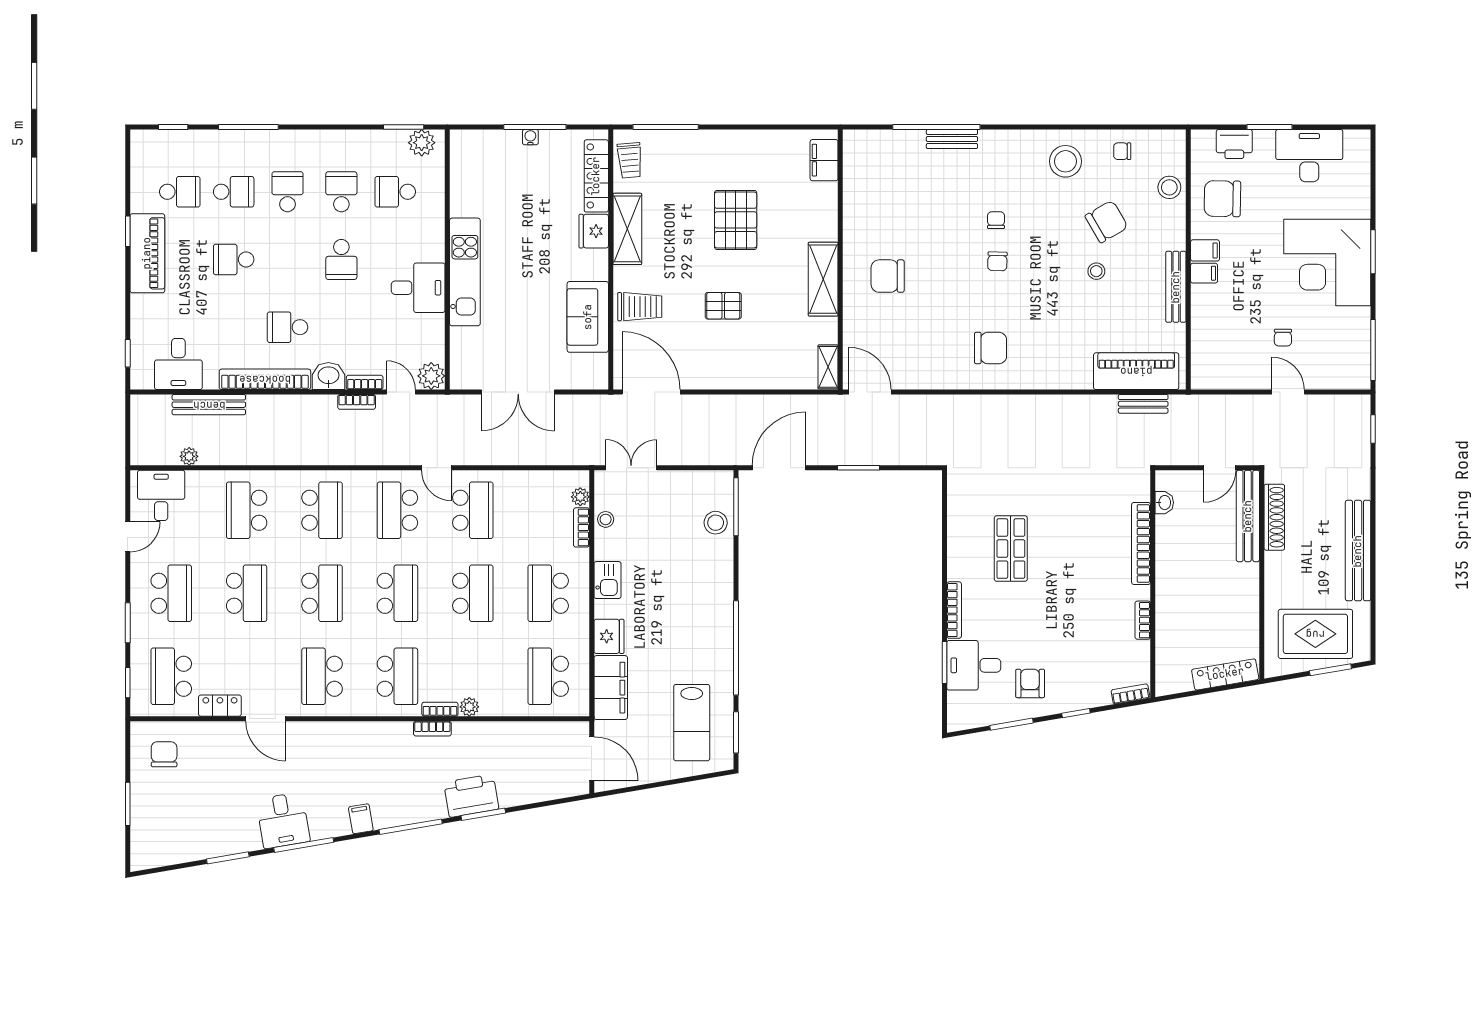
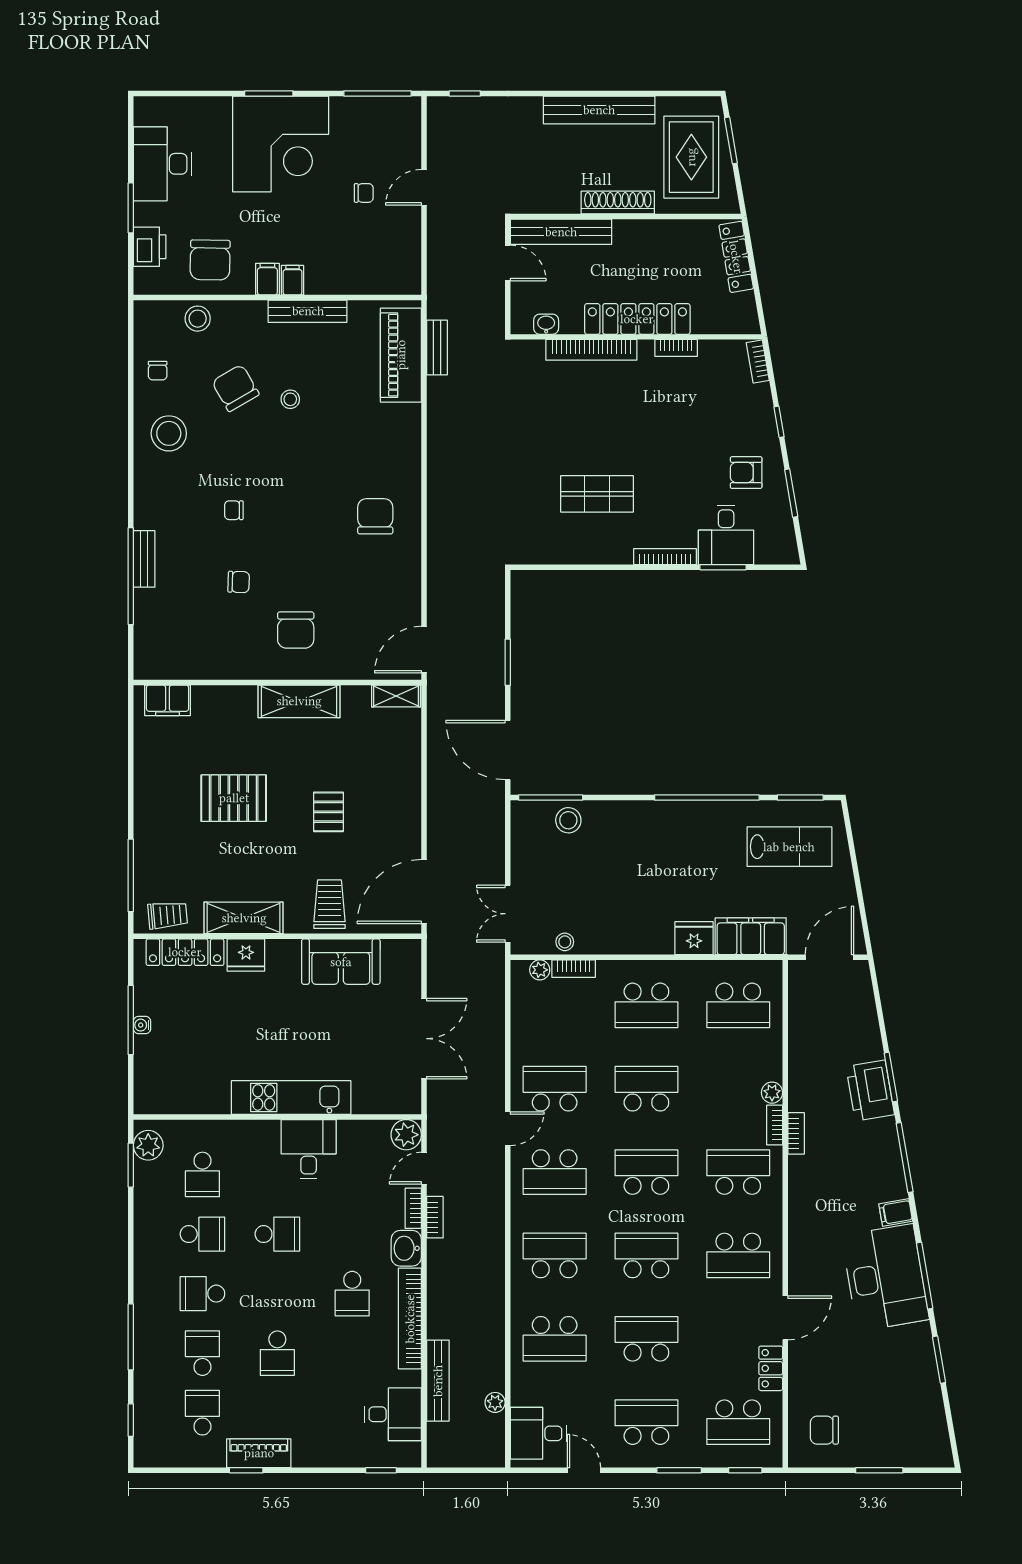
school desk: (341, 192) -> (202, 1234), turned 180
piano: (147, 253) -> (259, 1453), width x0.73, depth x0.75
chair: (997, 261) -> (239, 582), moved
shoe rack: (1274, 517) -> (618, 203), moved
kitchen sink: (608, 580) -> (632, 940), removed
locker: (1169, 585) -> (637, 319), added
desk: (283, 820) -> (885, 1278), width x1.87, depth x1.30

